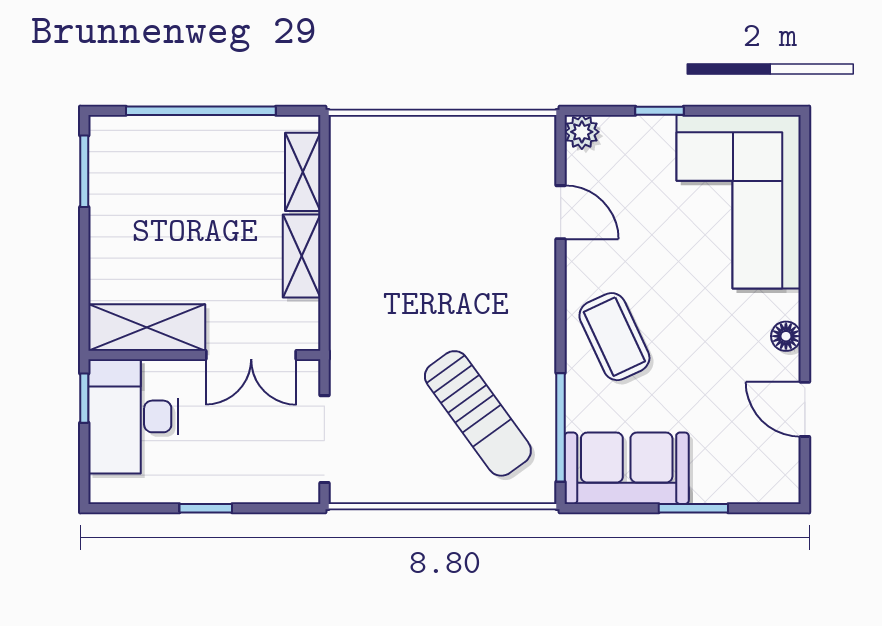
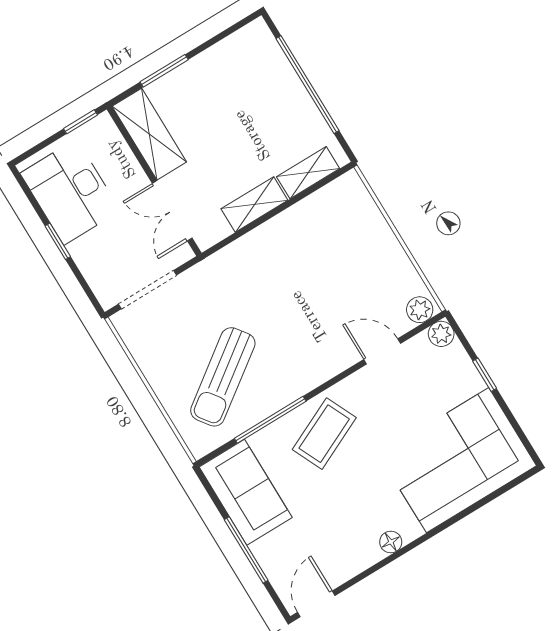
plant: (539, 140) -> (420, 310), added
window: (84, 171) -> (164, 71), moved
door: (561, 212) -> (382, 351), swing flipped
door: (805, 409) -> (316, 604), moved
desk: (133, 416) -> (70, 192), moved, turned -90
window: (561, 427) -> (270, 420), moved
window: (693, 508) -> (246, 550), width x1.44

